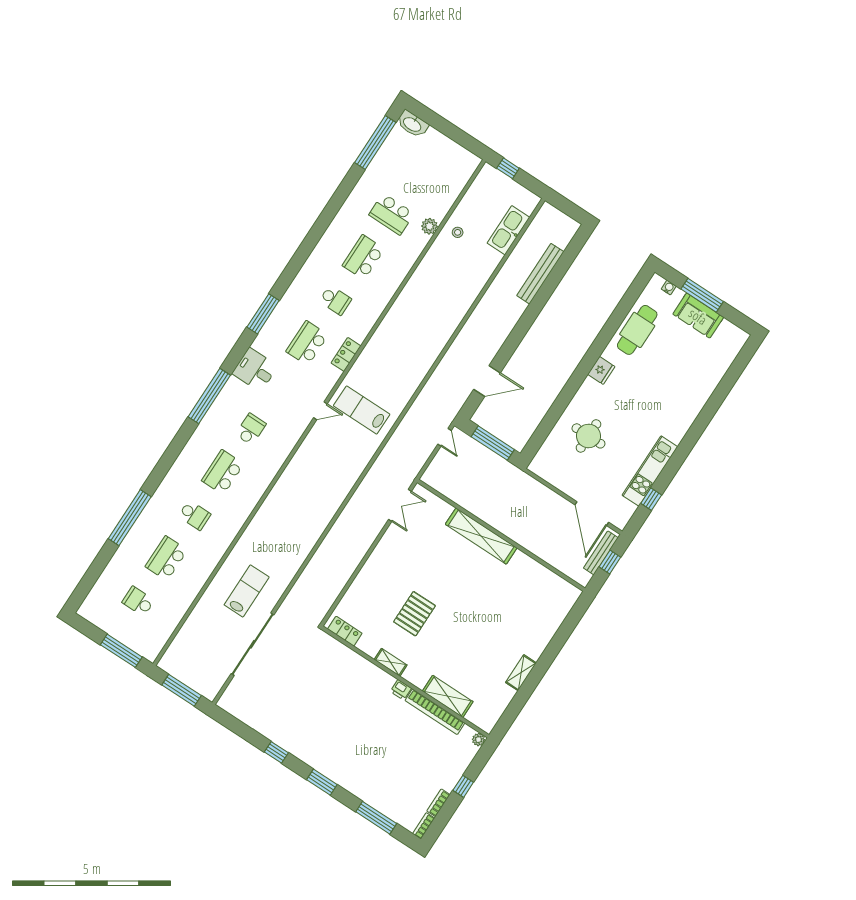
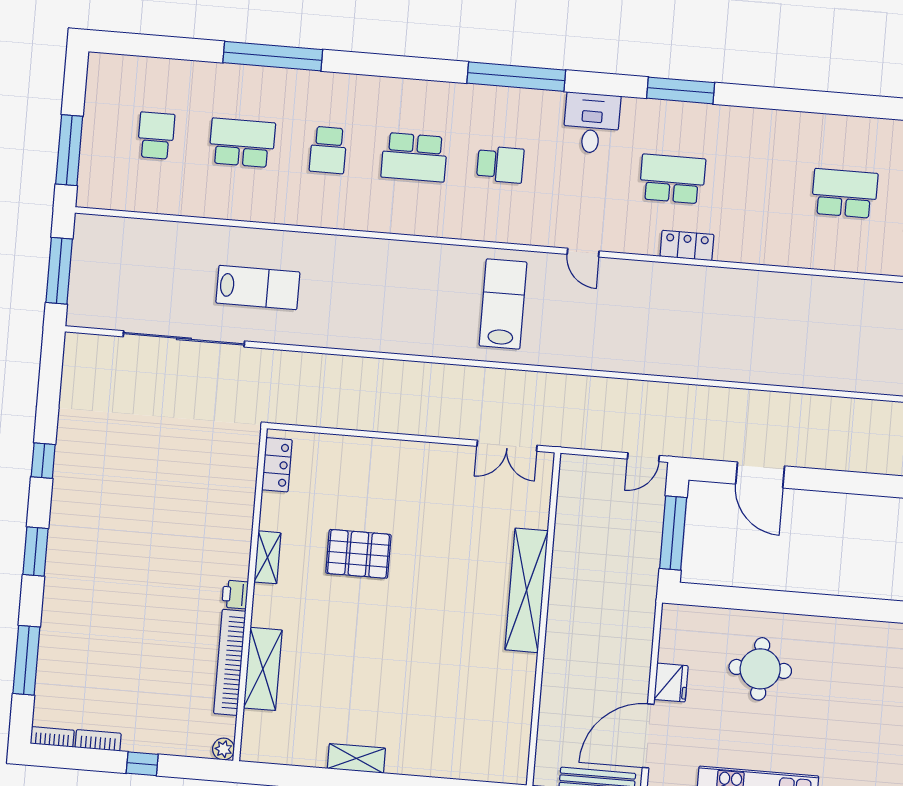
school desk: (335, 300) -> (759, 186), removed
fridge: (601, 370) -> (671, 683), moved, turned -90
lab bench: (362, 410) -> (503, 304), moved
school desk: (223, 472) -> (414, 157), turned 180

